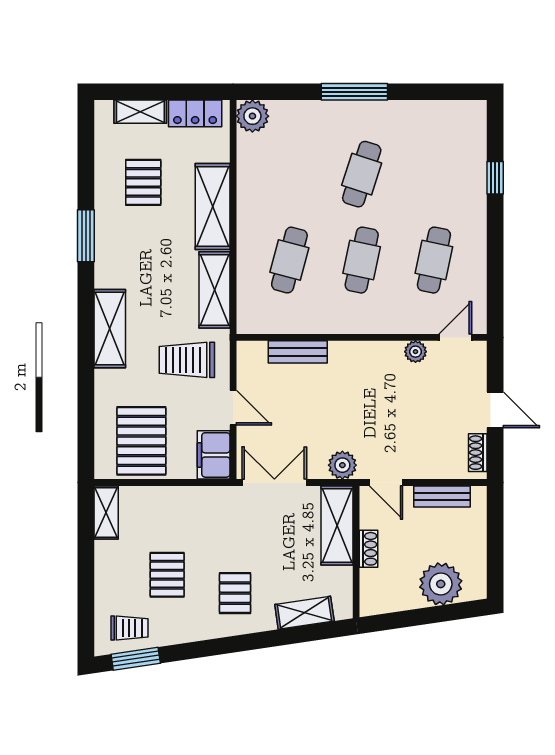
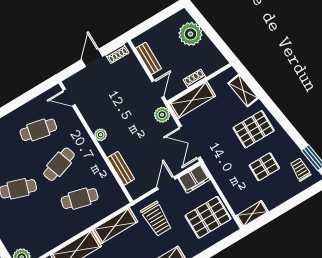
cafe table: (362, 260) -> (59, 164), turned -30
plant: (415, 352) -> (101, 135), moved
pallet: (235, 593) -> (254, 129), width x1.50, depth x1.42

